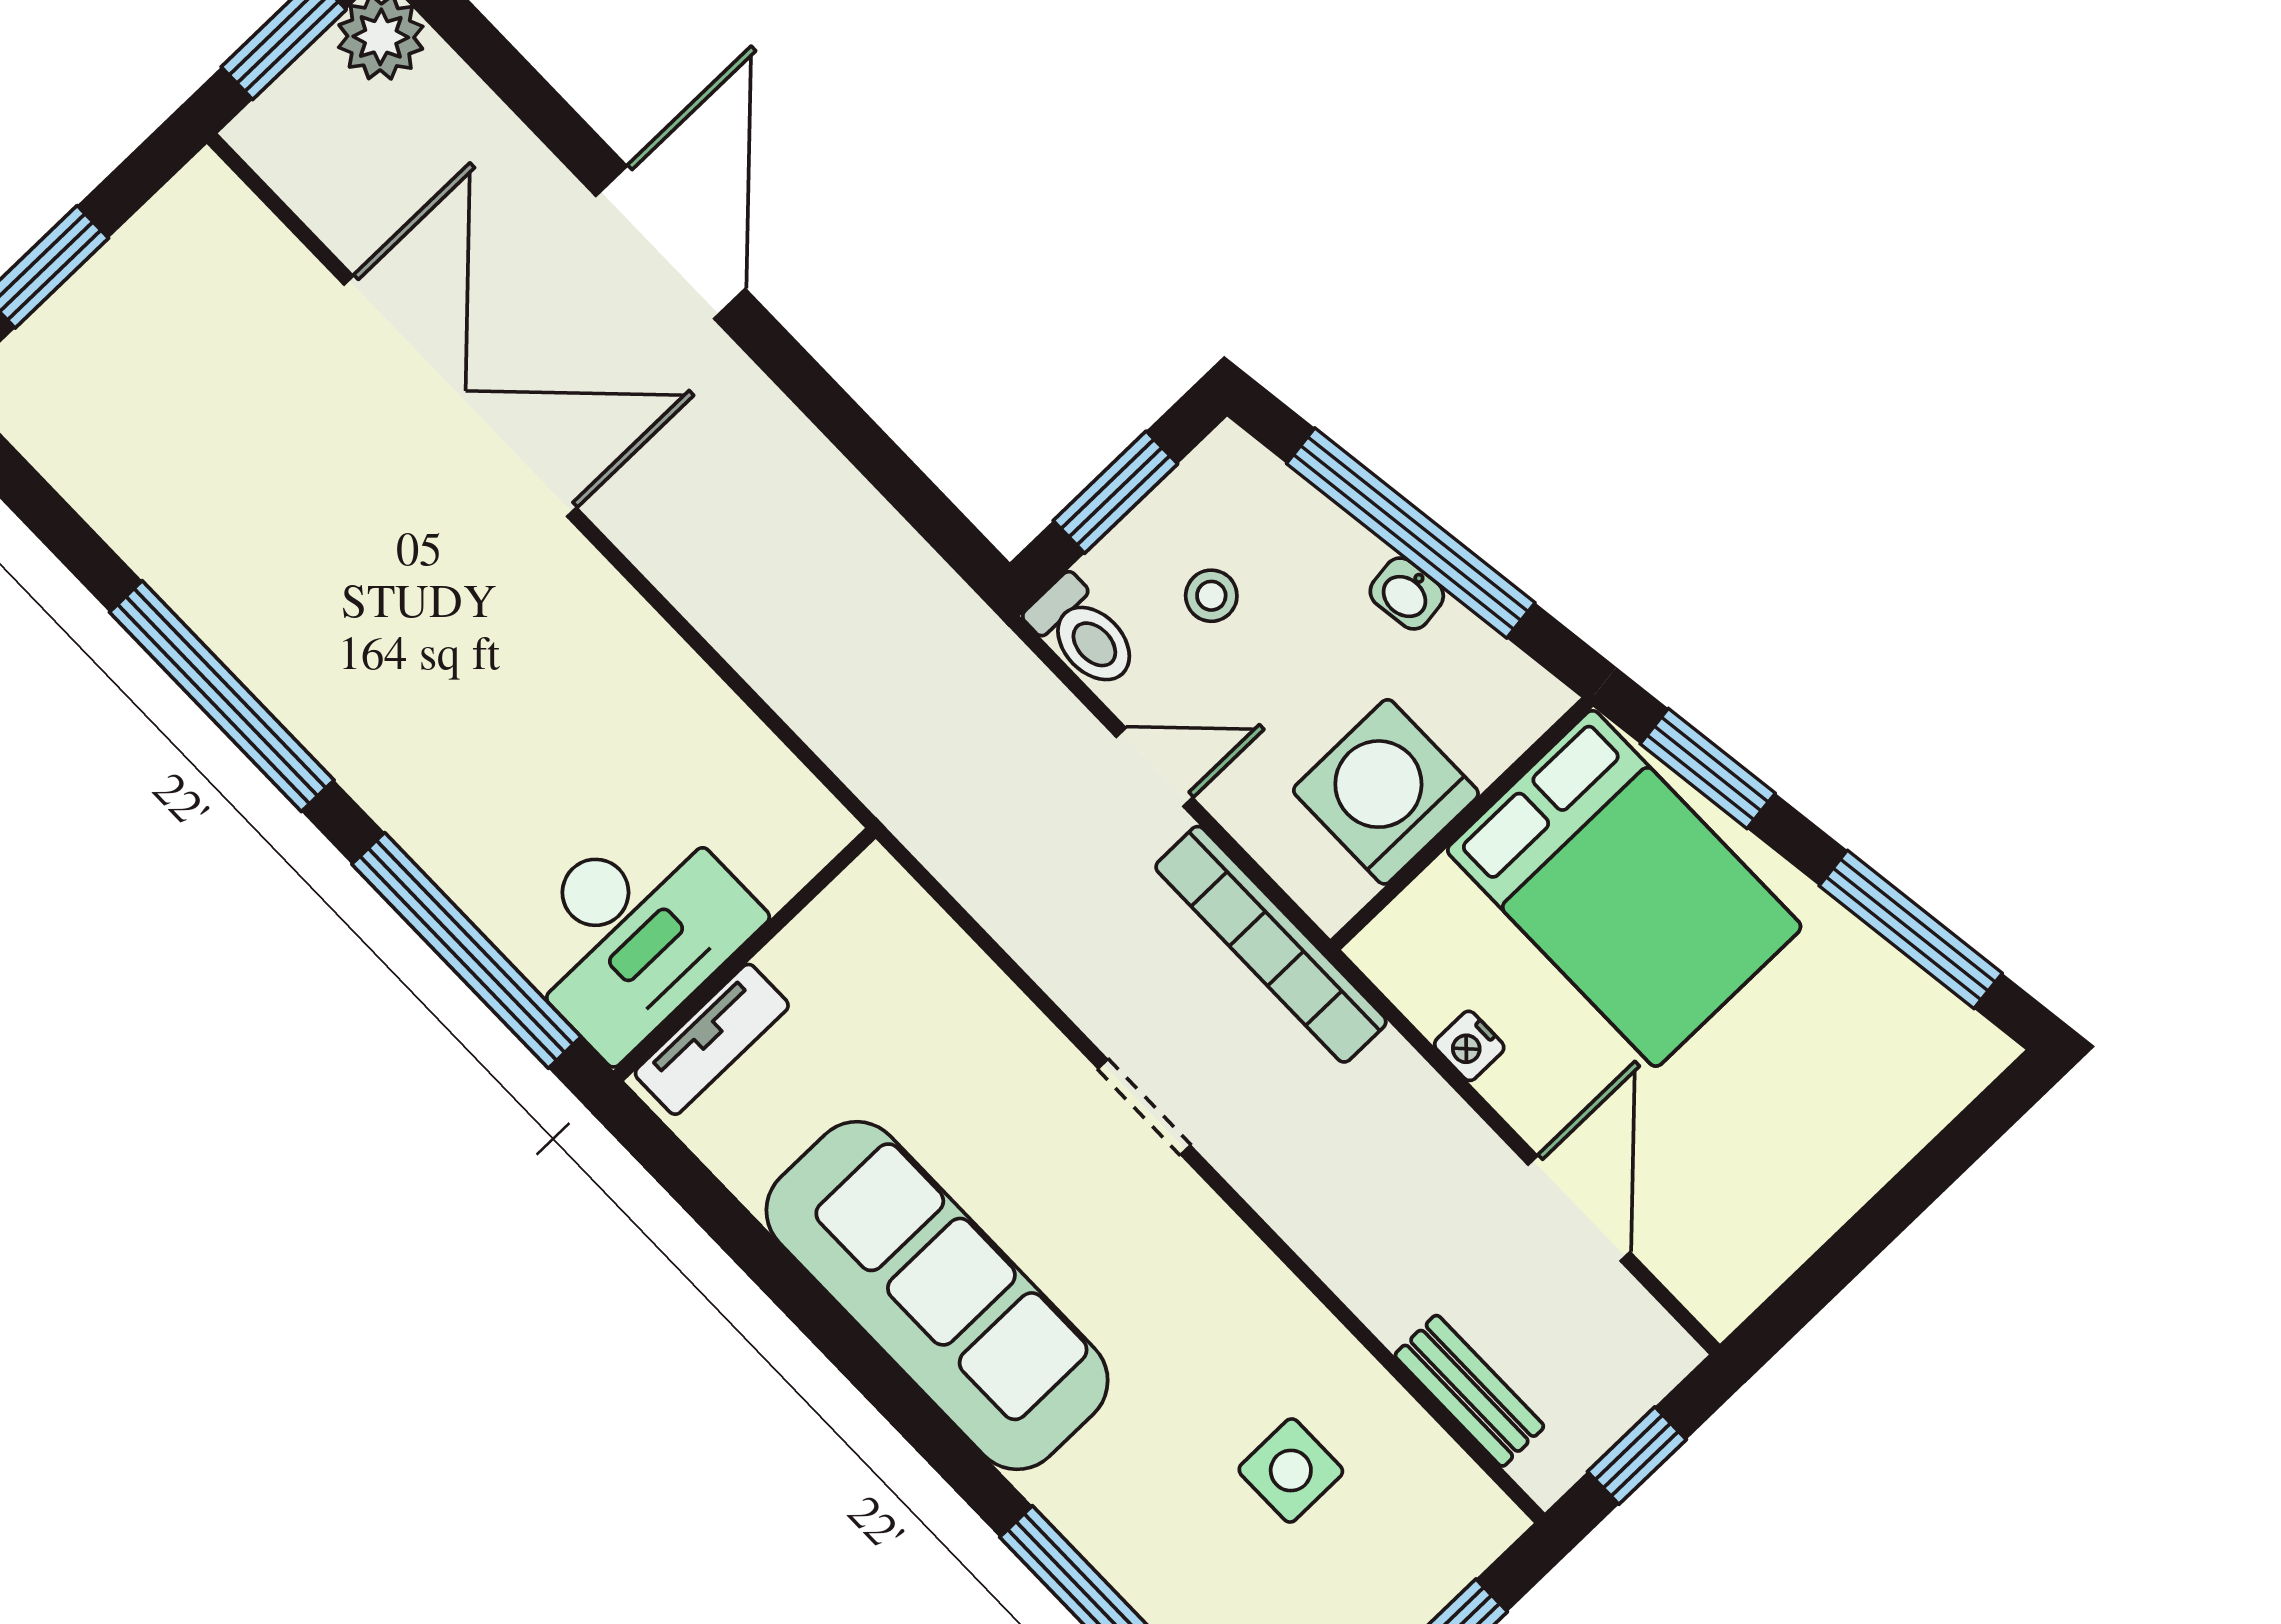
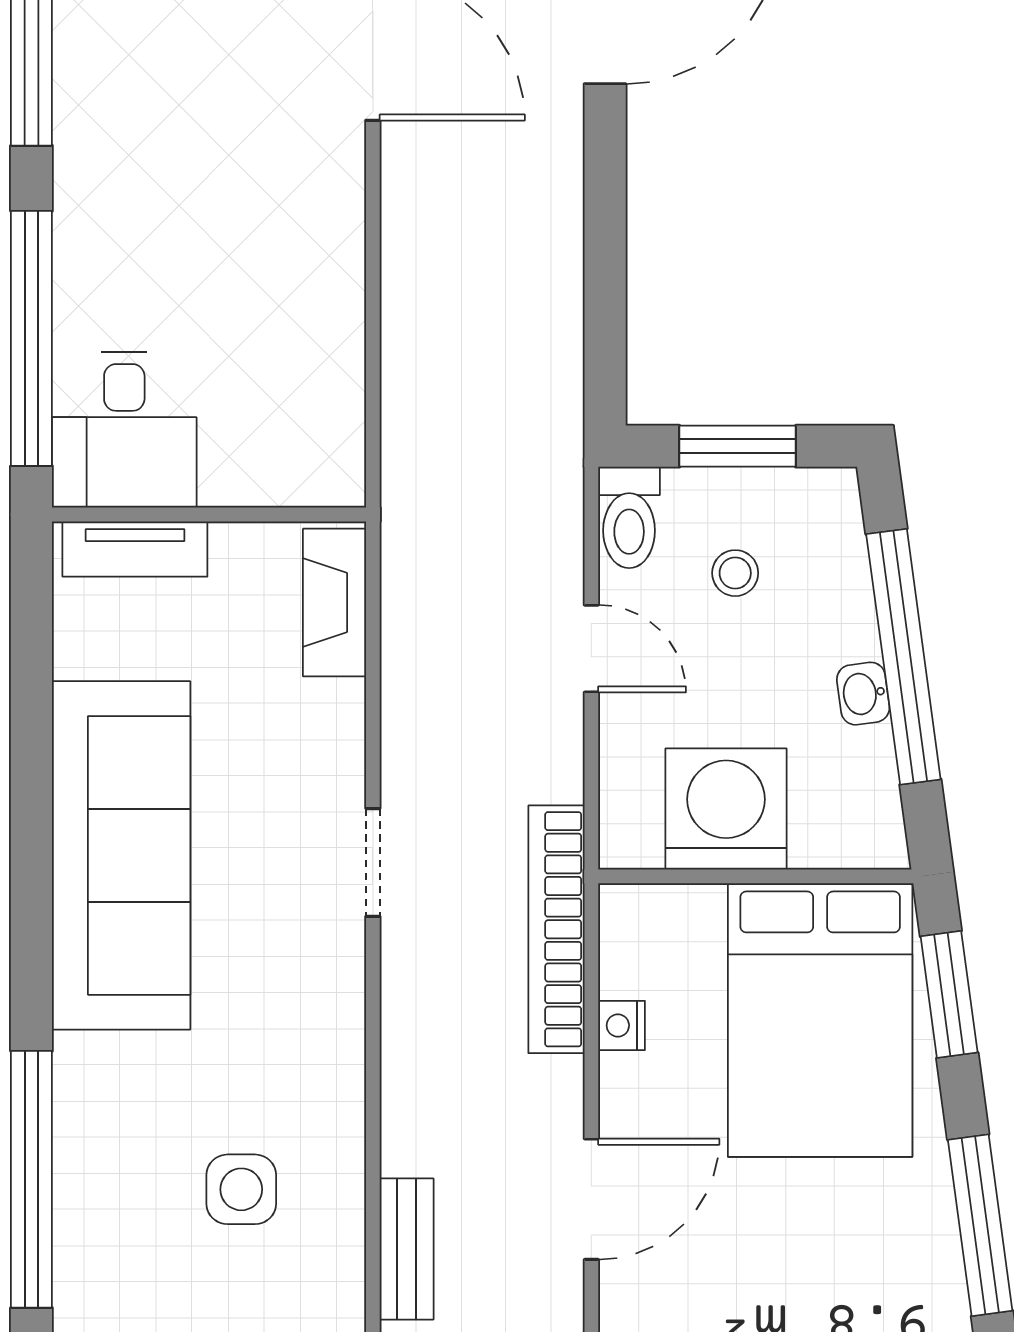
fireplace: (913, 928) -> (334, 603), added
desk: (633, 931) -> (124, 430), width x0.73
bookcase: (1271, 944) -> (556, 929), moved

